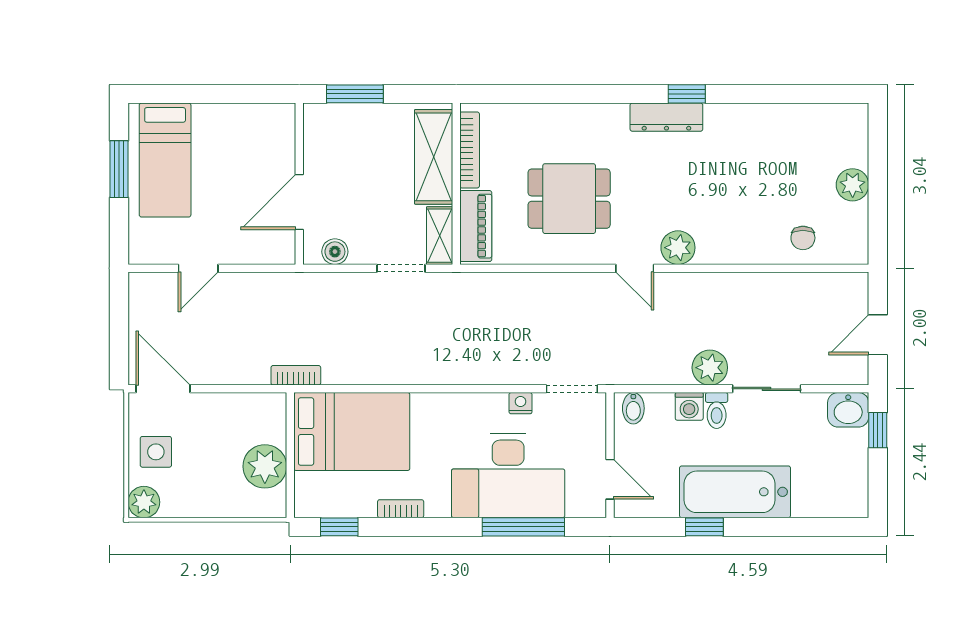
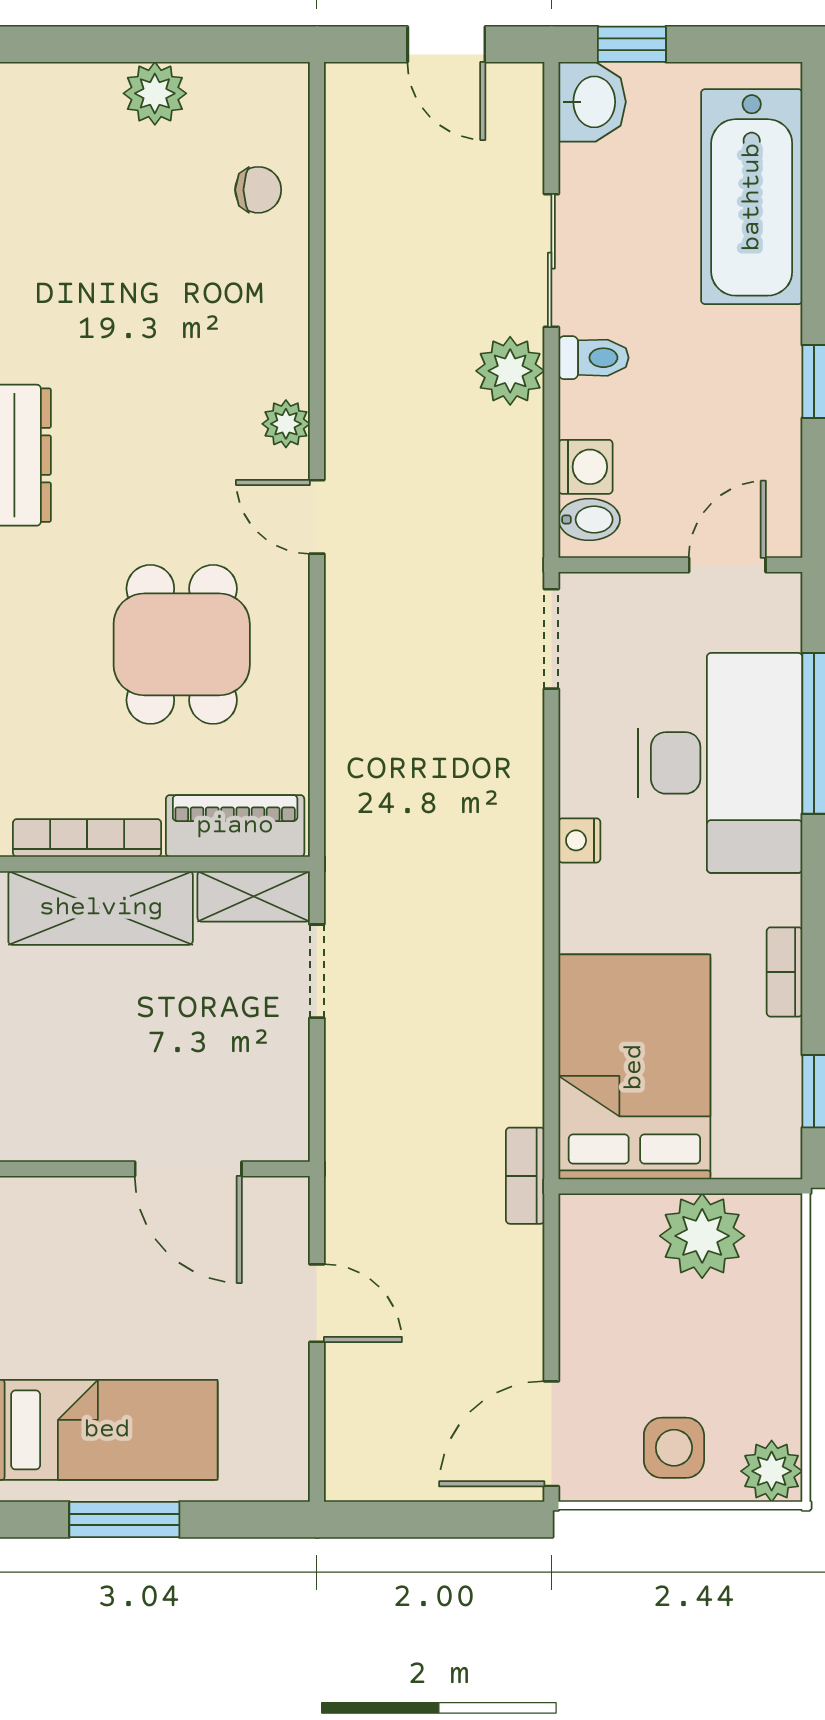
plant: (678, 248) -> (286, 424), width x0.73, depth x0.73
boiler: (335, 252) -> (285, 1100), removed
door: (198, 268) -> (317, 1303), moved
door: (635, 268) -> (317, 517), swing flipped
nightstand: (521, 403) -> (579, 840), moved
washing machine: (689, 406) -> (586, 467), moved
bathtub: (735, 492) -> (752, 197), moved

